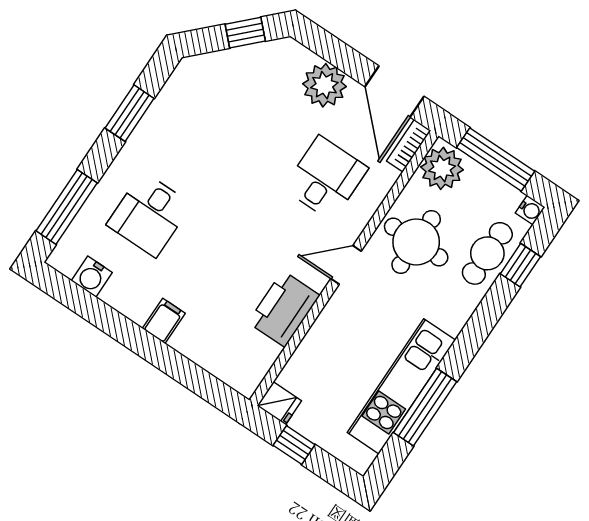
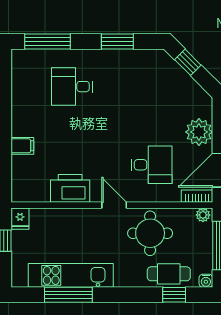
window: (245, 33) -> (188, 62), moved
plant: (442, 168) -> (203, 215), width x0.53, depth x0.53
water cooler: (92, 277) -> (20, 79), removed
filing cabinet: (164, 321) -> (22, 146), moved

